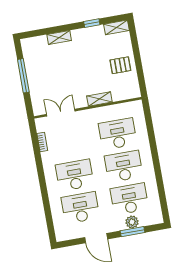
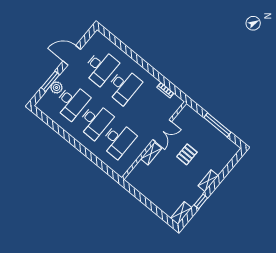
shelving: (59, 37) -> (208, 181), moved
pallet: (120, 65) -> (187, 154), moved
double door: (61, 113) -> (162, 131), moved

